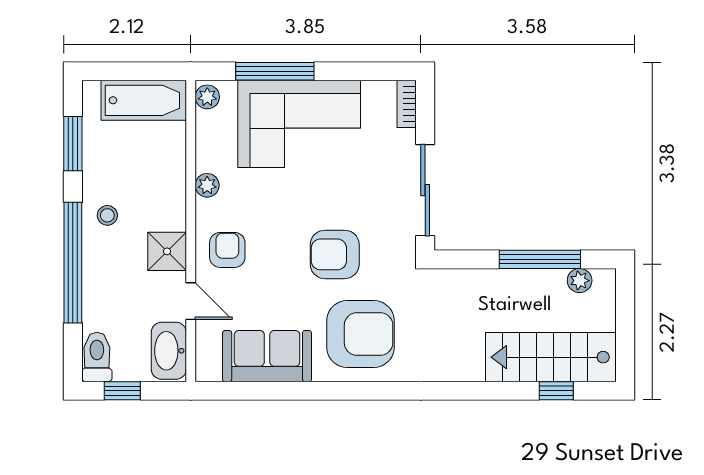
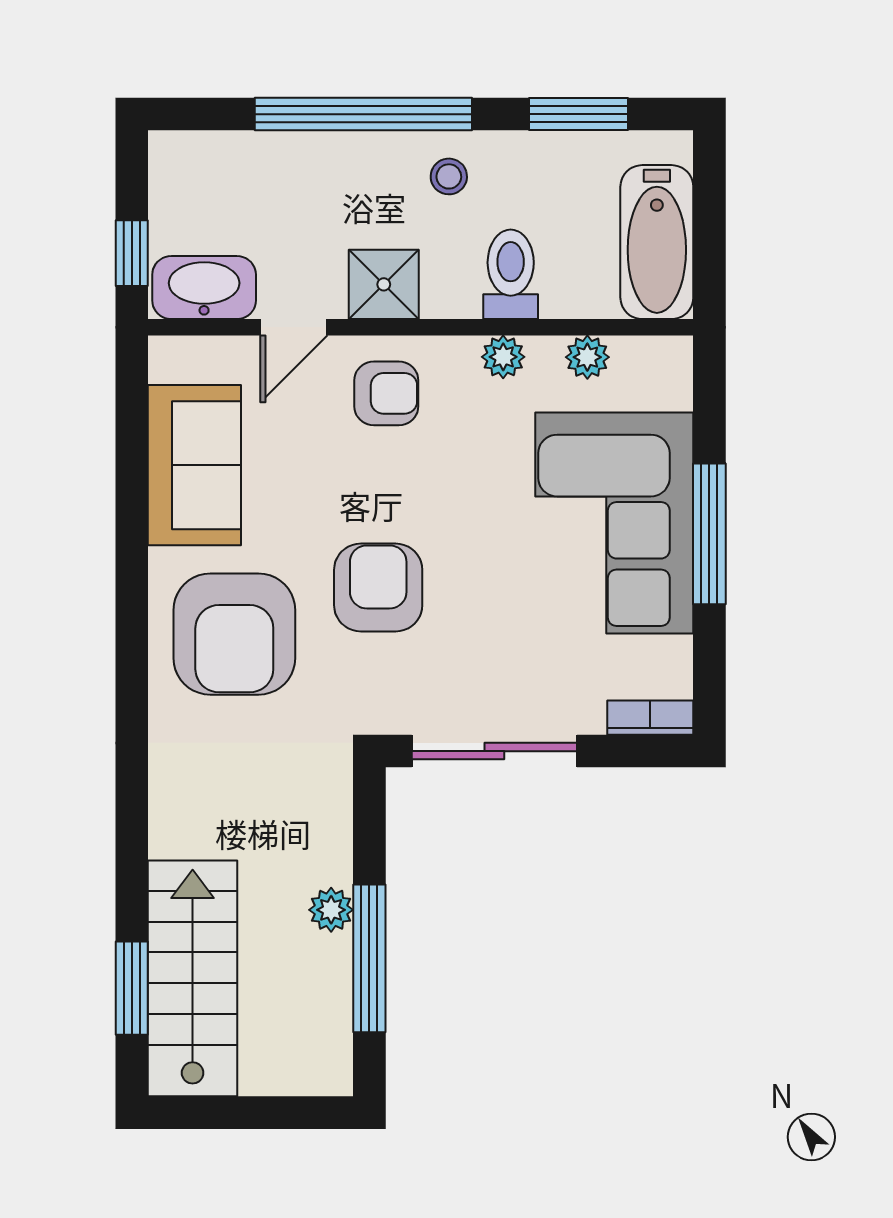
window: (275, 71) -> (709, 534), moved
plant: (207, 97) -> (587, 357), moved
plant: (580, 281) -> (331, 910), moved
toilet: (97, 357) -> (511, 274), moved, turned -90
window: (122, 391) -> (132, 253), moved
window: (556, 391) -> (132, 988), width x1.50

